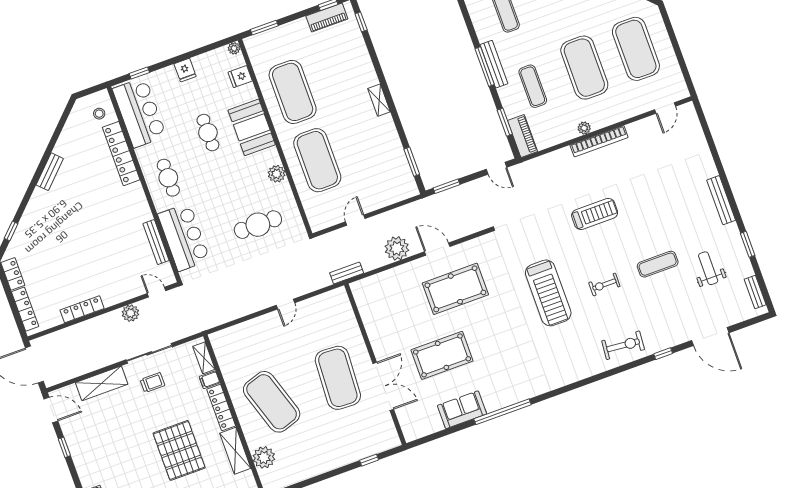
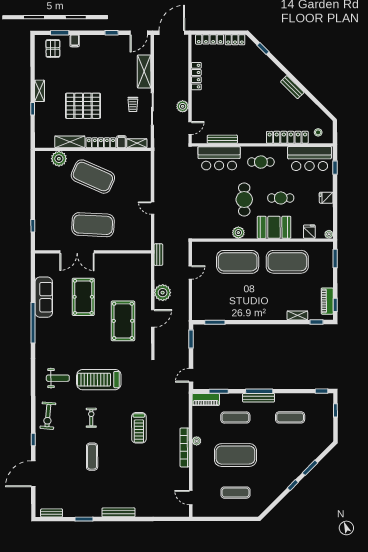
exercise mat: (636, 49) -> (235, 493), width x0.50, depth x0.69
shelving: (379, 100) -> (297, 315), moved
door: (355, 220) -> (190, 272), hinge flipped
cafe table: (258, 225) -> (244, 200), moved
weight bench: (708, 268) -> (58, 378), moved
exercise mat: (272, 402) -> (93, 177), turned 42
sofa: (462, 410) -> (44, 297), width x1.36

